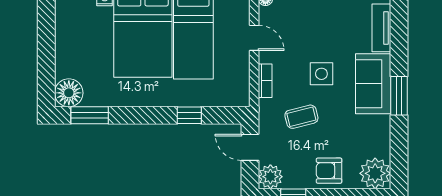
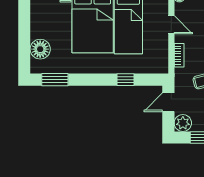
floor lamp: (69, 93) -> (40, 49), moved
door: (250, 147) -> (168, 102), hinge flipped

